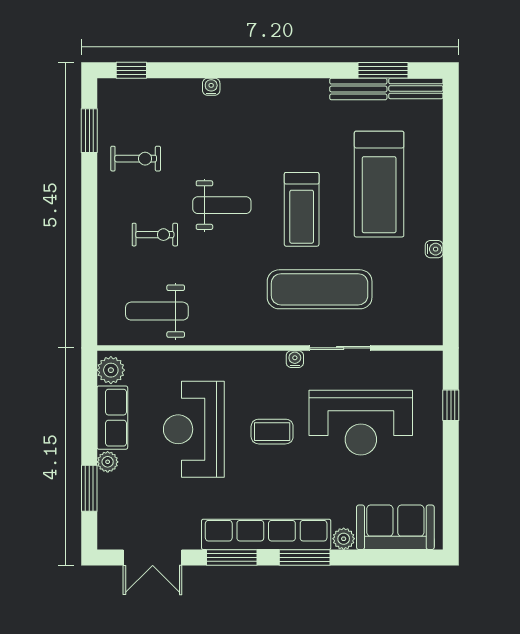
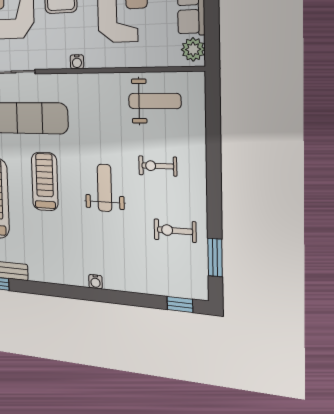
water cooler: (211, 87) -> (95, 282), moved
weight bench: (222, 205) -> (105, 188), turned 90
water cooler: (295, 359) -> (77, 62), moved

